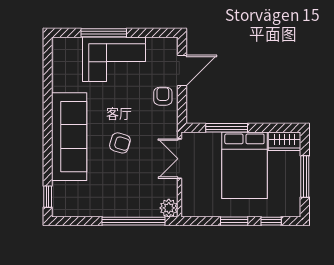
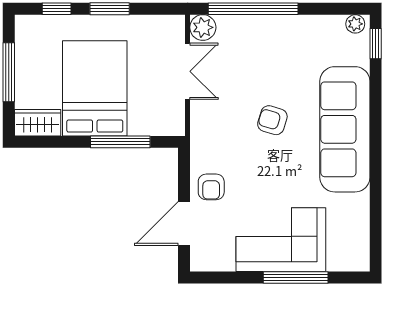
double door: (179, 159) -> (188, 71), moved
plant: (62, 210) -> (355, 24), added

